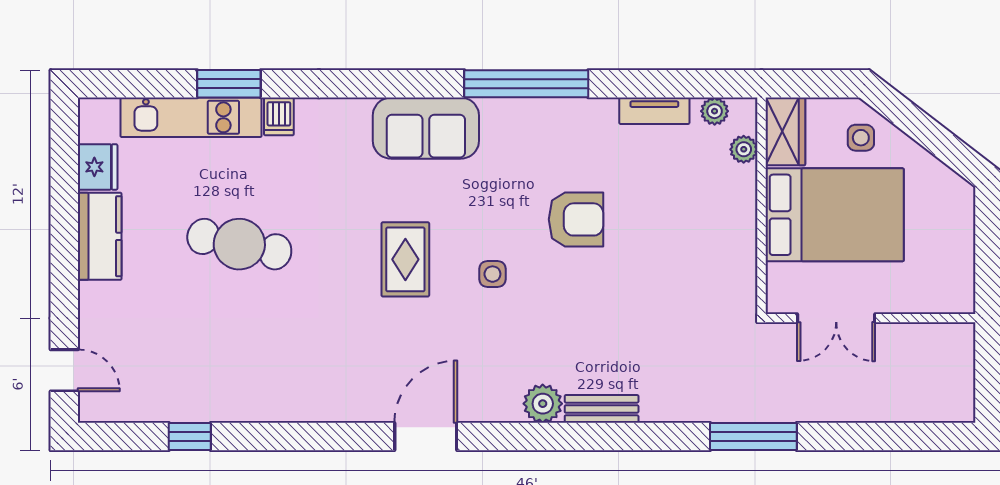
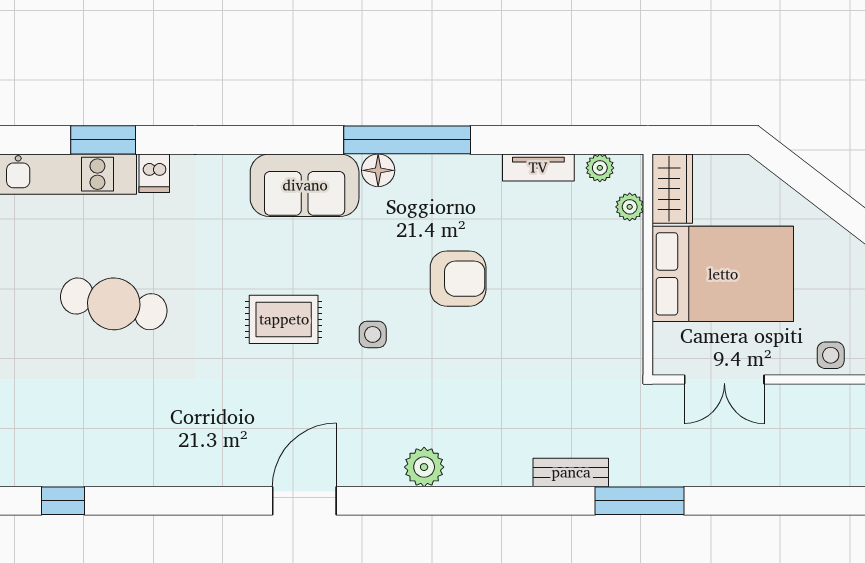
floor lamp: (498, 114) -> (378, 170), added
side table: (861, 138) -> (831, 355), moved
rug: (405, 259) -> (284, 319), turned 90
bench: (602, 409) -> (571, 472), moved

